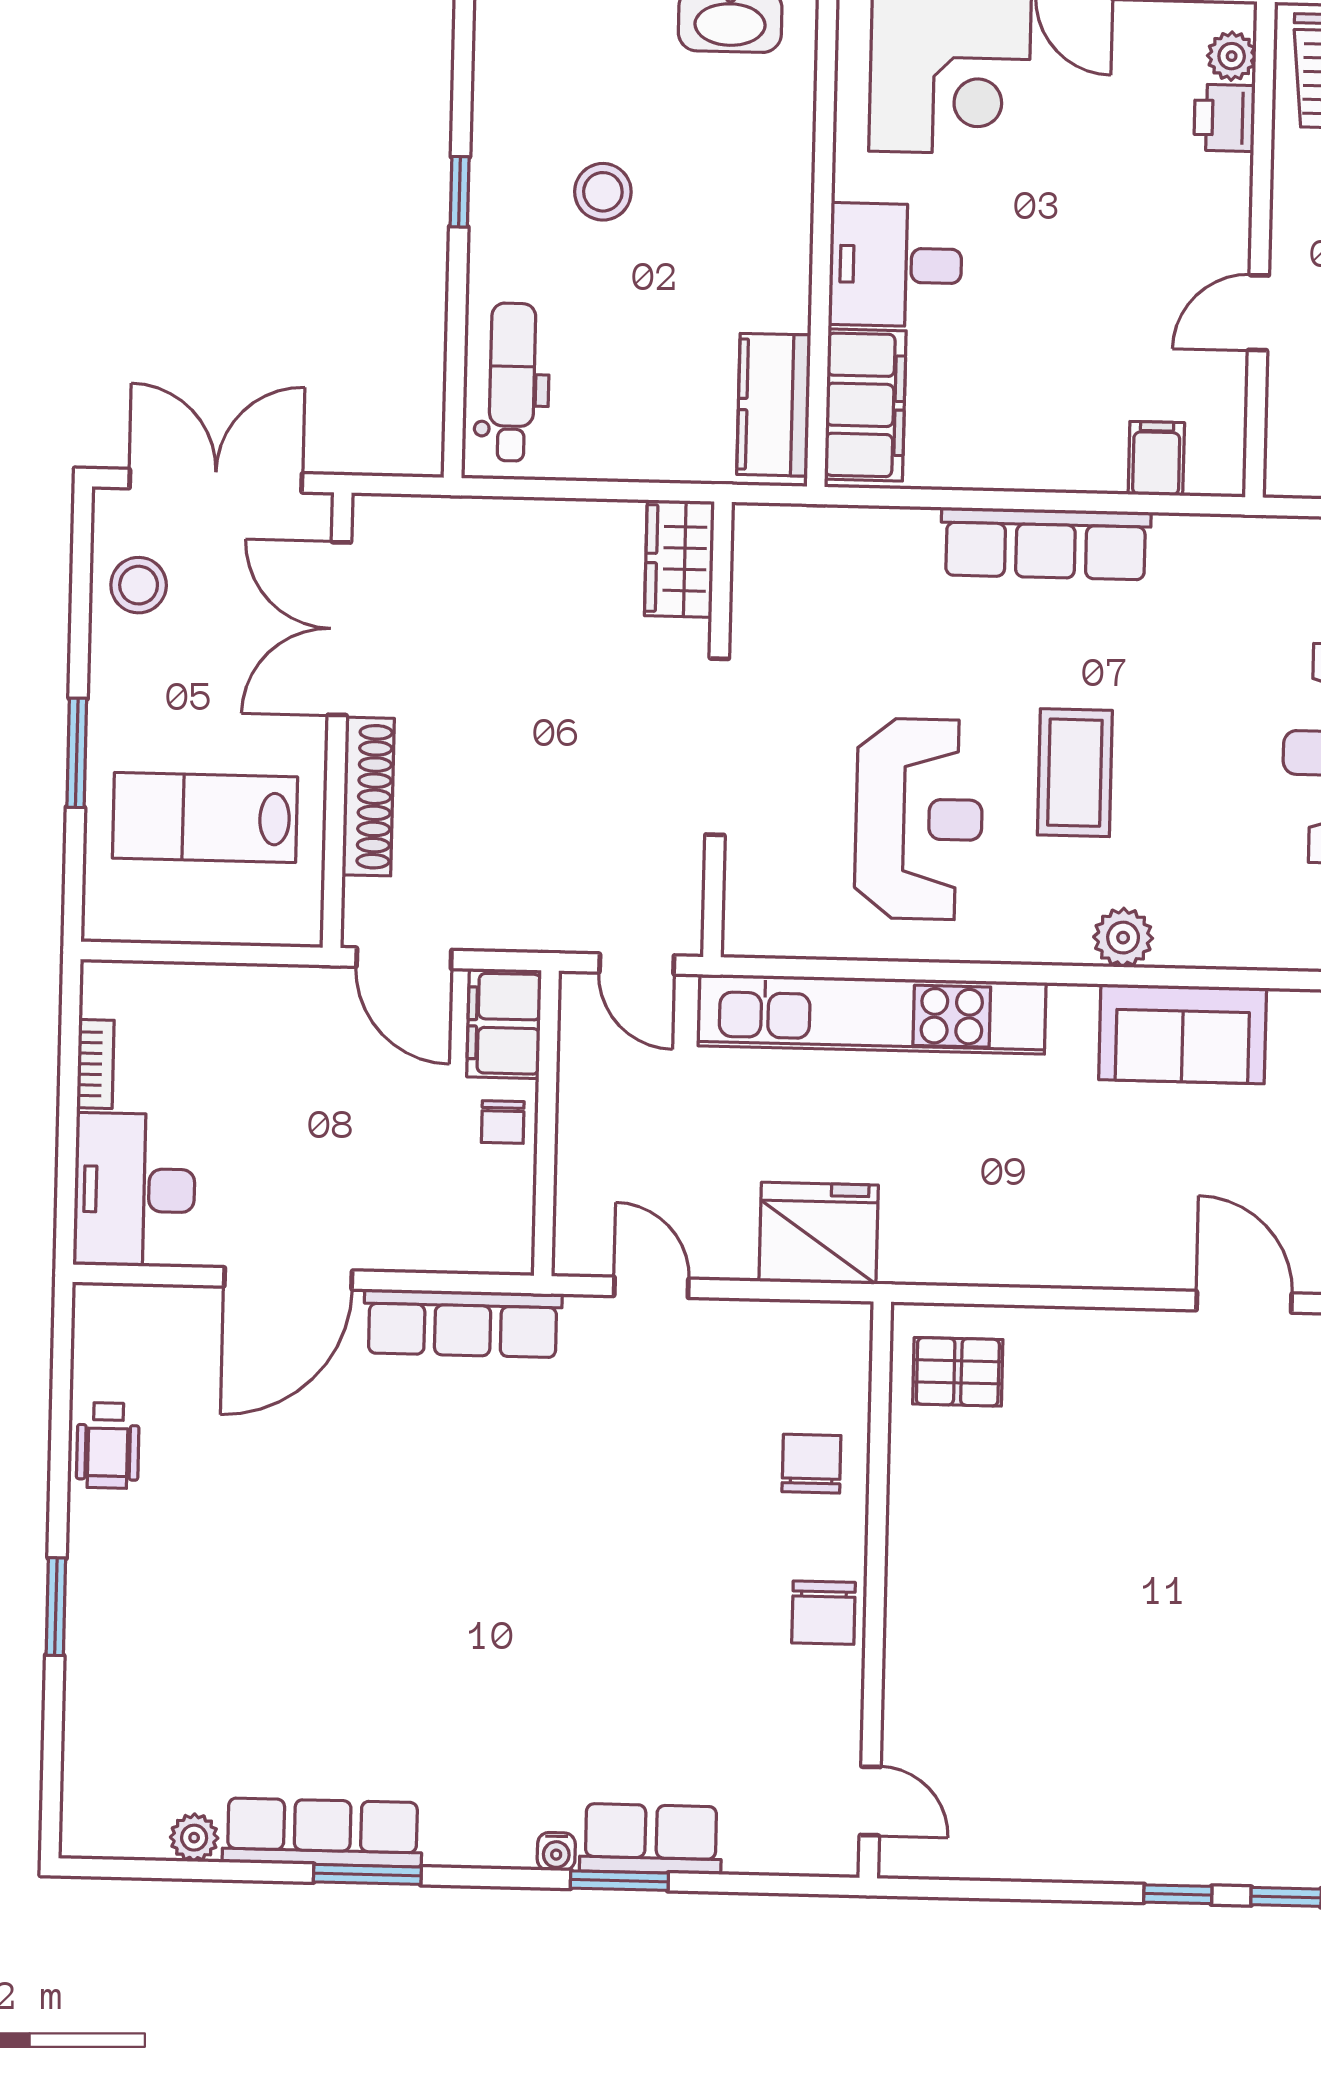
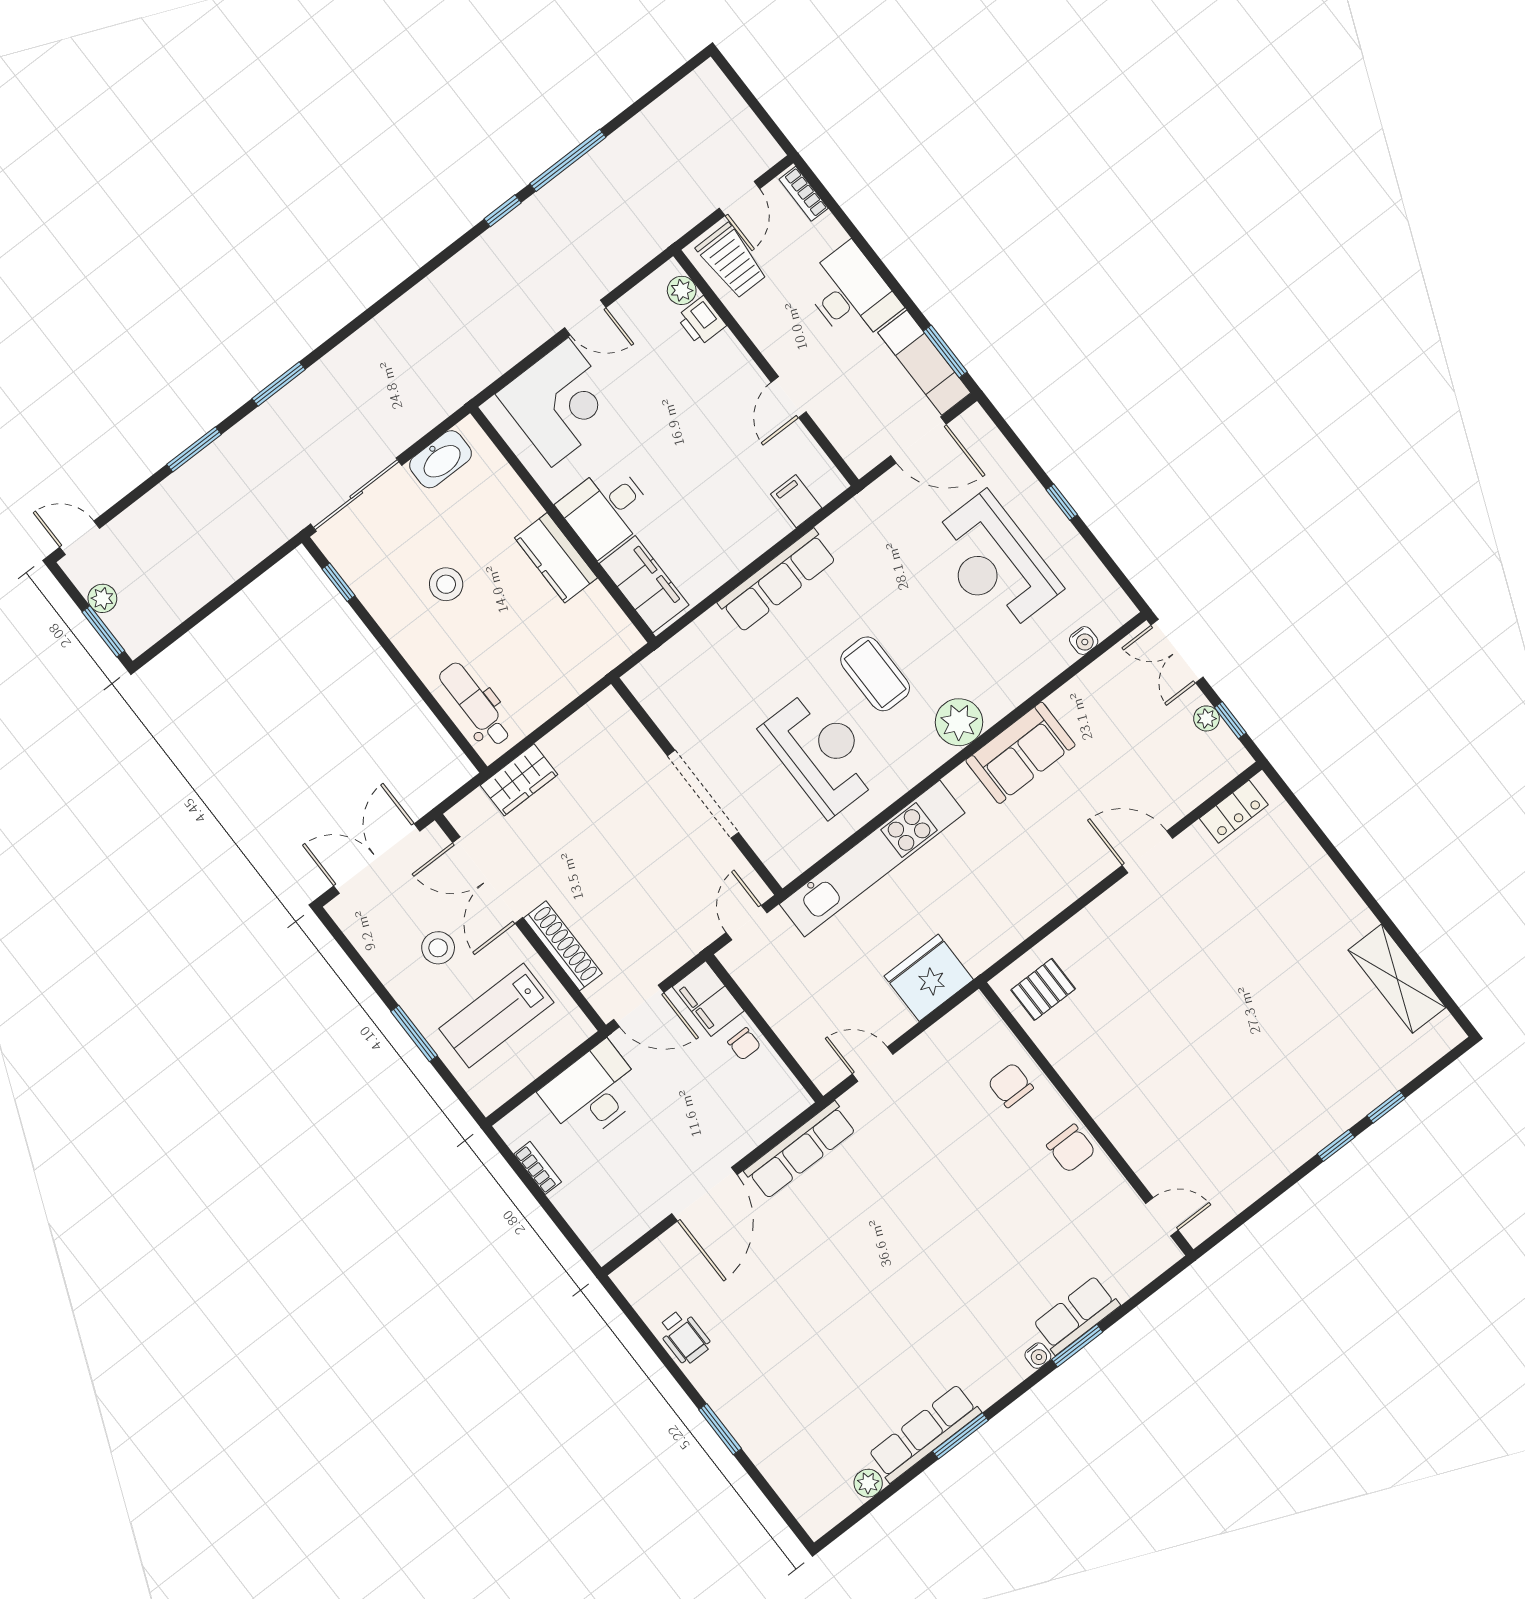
window: (460, 192) -> (339, 582), moved
kitchen counter: (774, 405) -> (556, 558), moved
wardrobe: (679, 559) -> (519, 780), moved, turned -90
stool: (139, 585) -> (438, 948), moved
plant: (1123, 938) -> (959, 722), width x1.36, depth x1.36
door: (637, 964) -> (747, 923), swing flipped
desk: (135, 1190) -> (593, 1092), moved, turned 90

